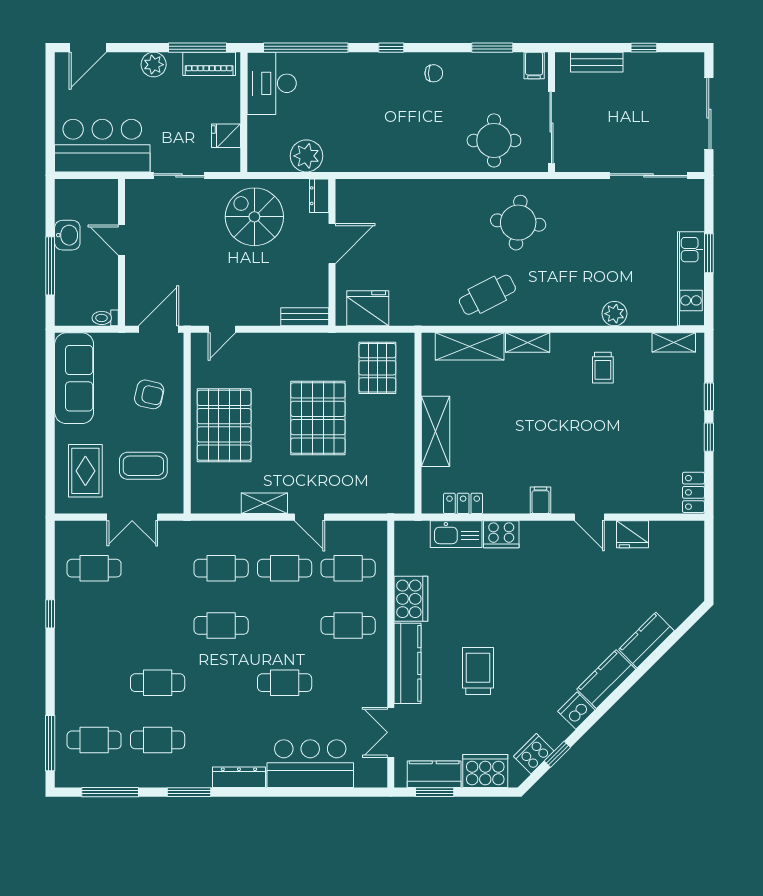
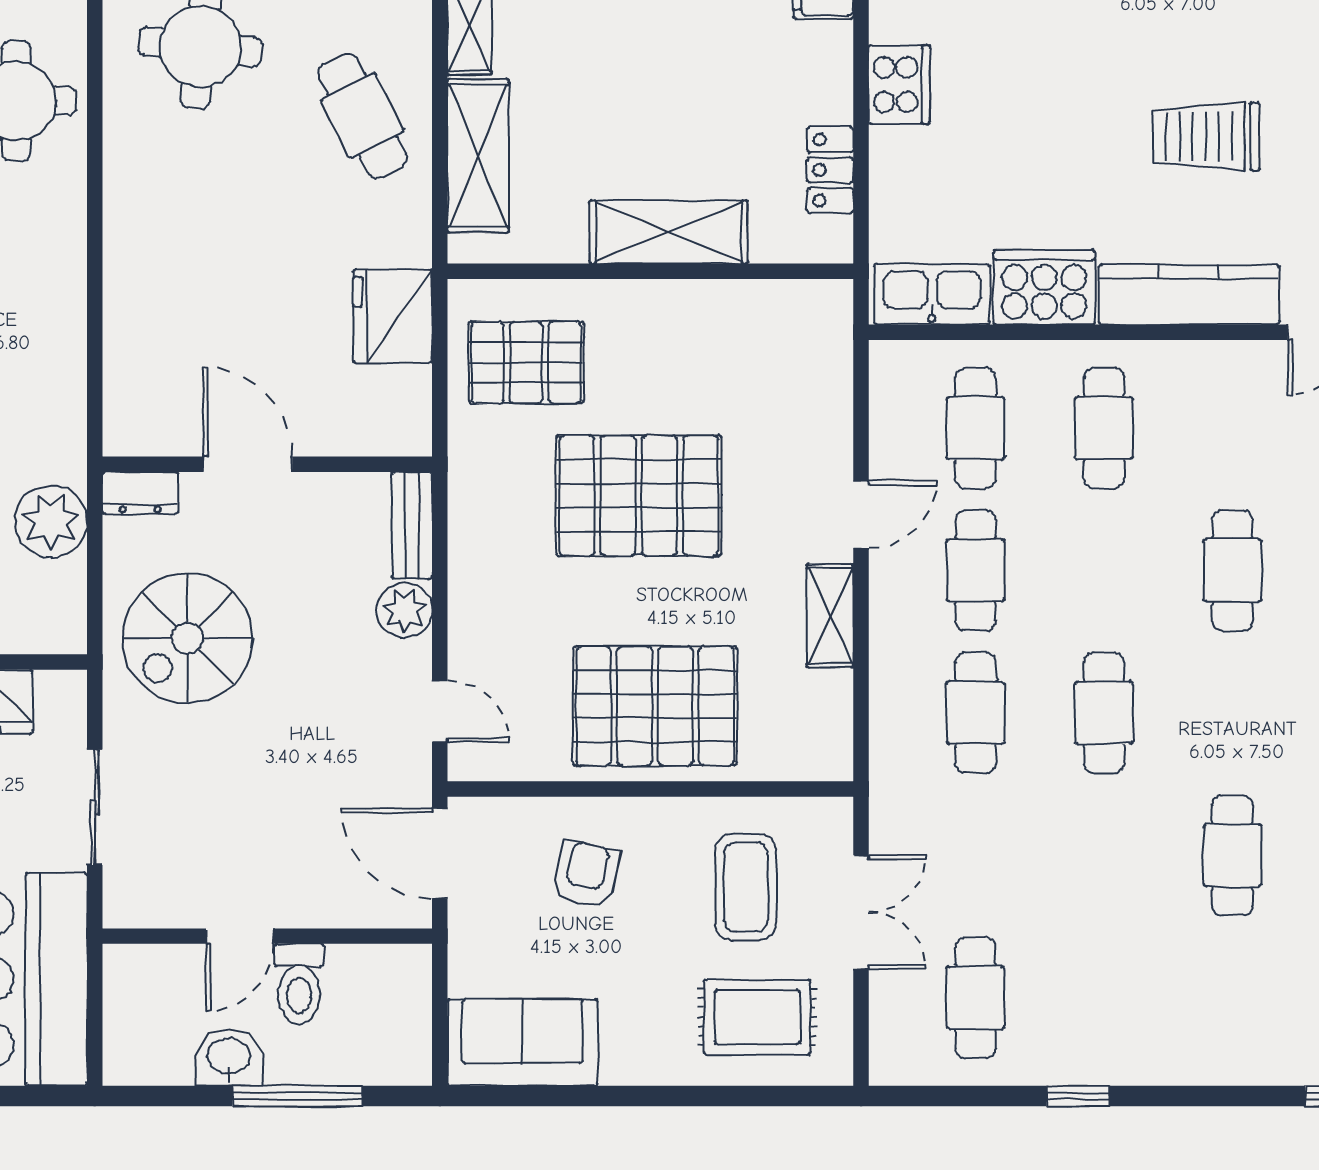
fridge: (368, 308) -> (393, 316), moved
plant: (267, 314) -> (405, 610), added
toilet: (105, 318) -> (299, 984), moved, width x1.37, depth x1.39
sofa: (74, 378) -> (522, 1042), width x0.73
kitchen sink: (456, 534) -> (932, 294), moved, turned -90

